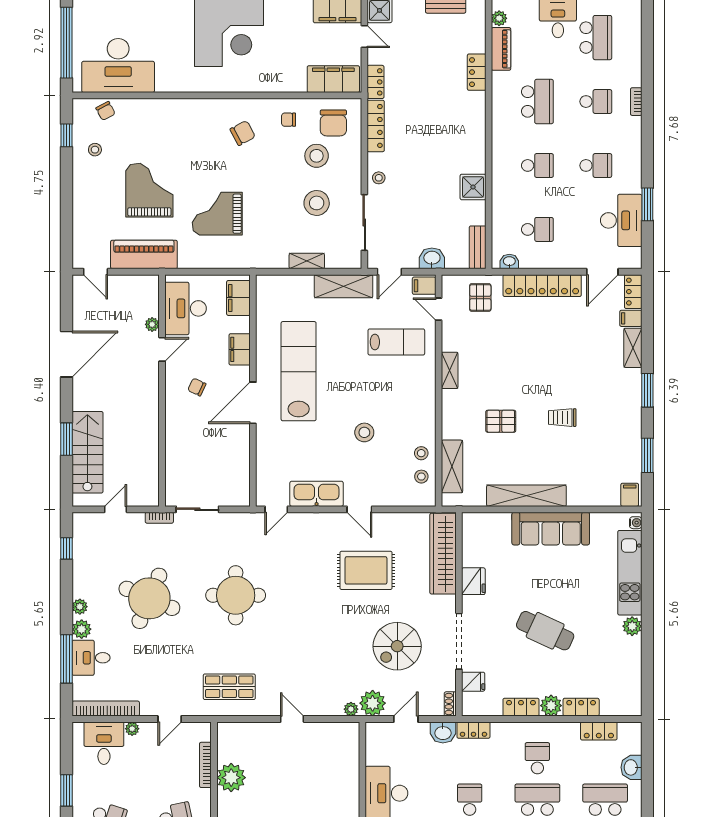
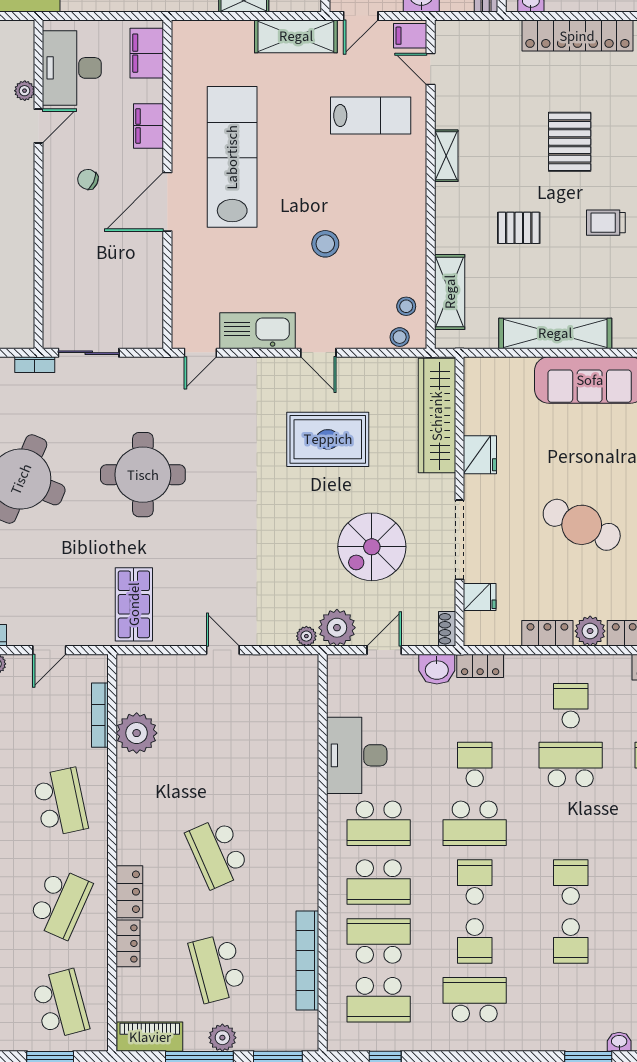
pallet: (480, 297) -> (570, 142), moved, width x1.50, depth x1.42
stool: (421, 453) -> (400, 337), moved
shop shelf: (229, 687) -> (134, 604), turned 90

